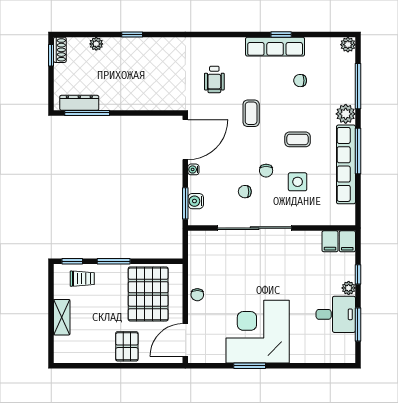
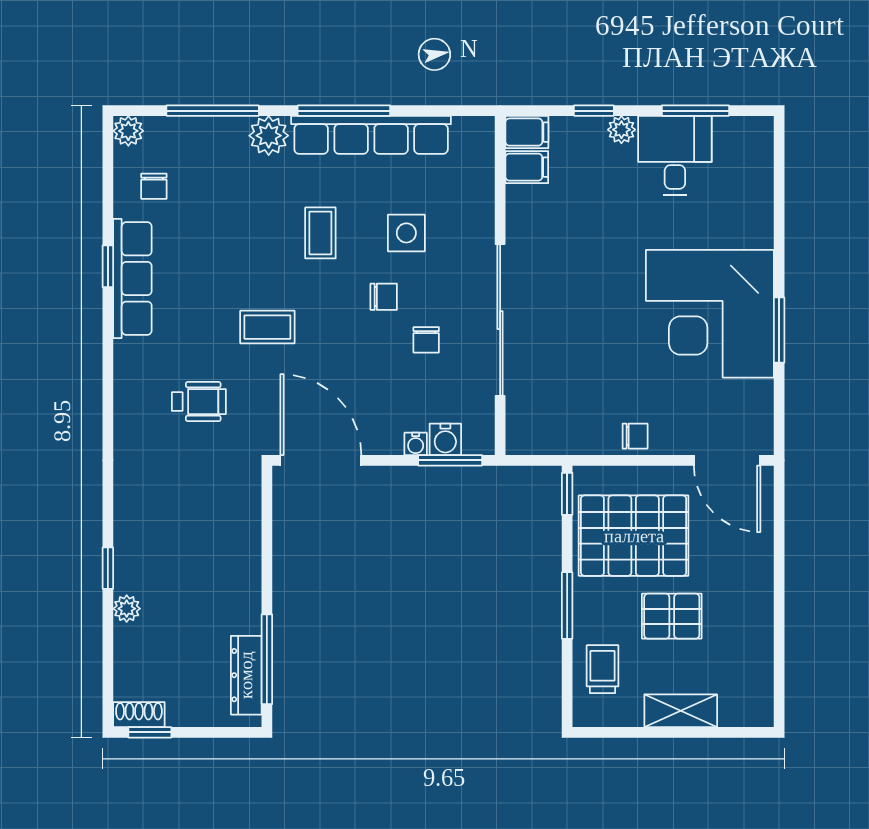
plant: (96, 44) -> (127, 609), moved
chair: (300, 81) -> (154, 186), moved
water cooler: (193, 169) -> (416, 444), moved
window: (72, 261) -> (567, 494), moved
pallet: (127, 346) -> (672, 616), moved

